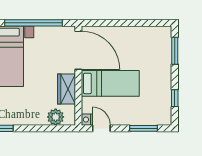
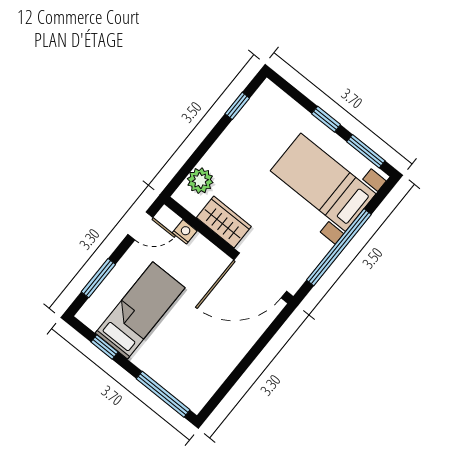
window: (175, 51) -> (163, 394), width x1.44
bed: (110, 83) -> (140, 310), moved, turned 180
nightstand: (87, 120) -> (185, 232), moved

